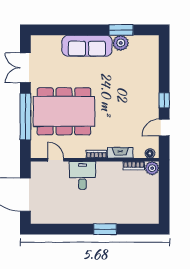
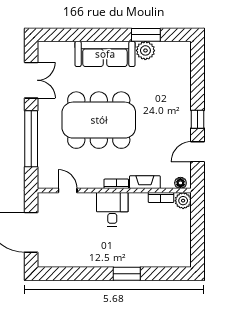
double door: (25, 68) -> (31, 80), swing flipped
dining table: (64, 111) -> (99, 120), moved
desk: (82, 175) -> (112, 209), moved

